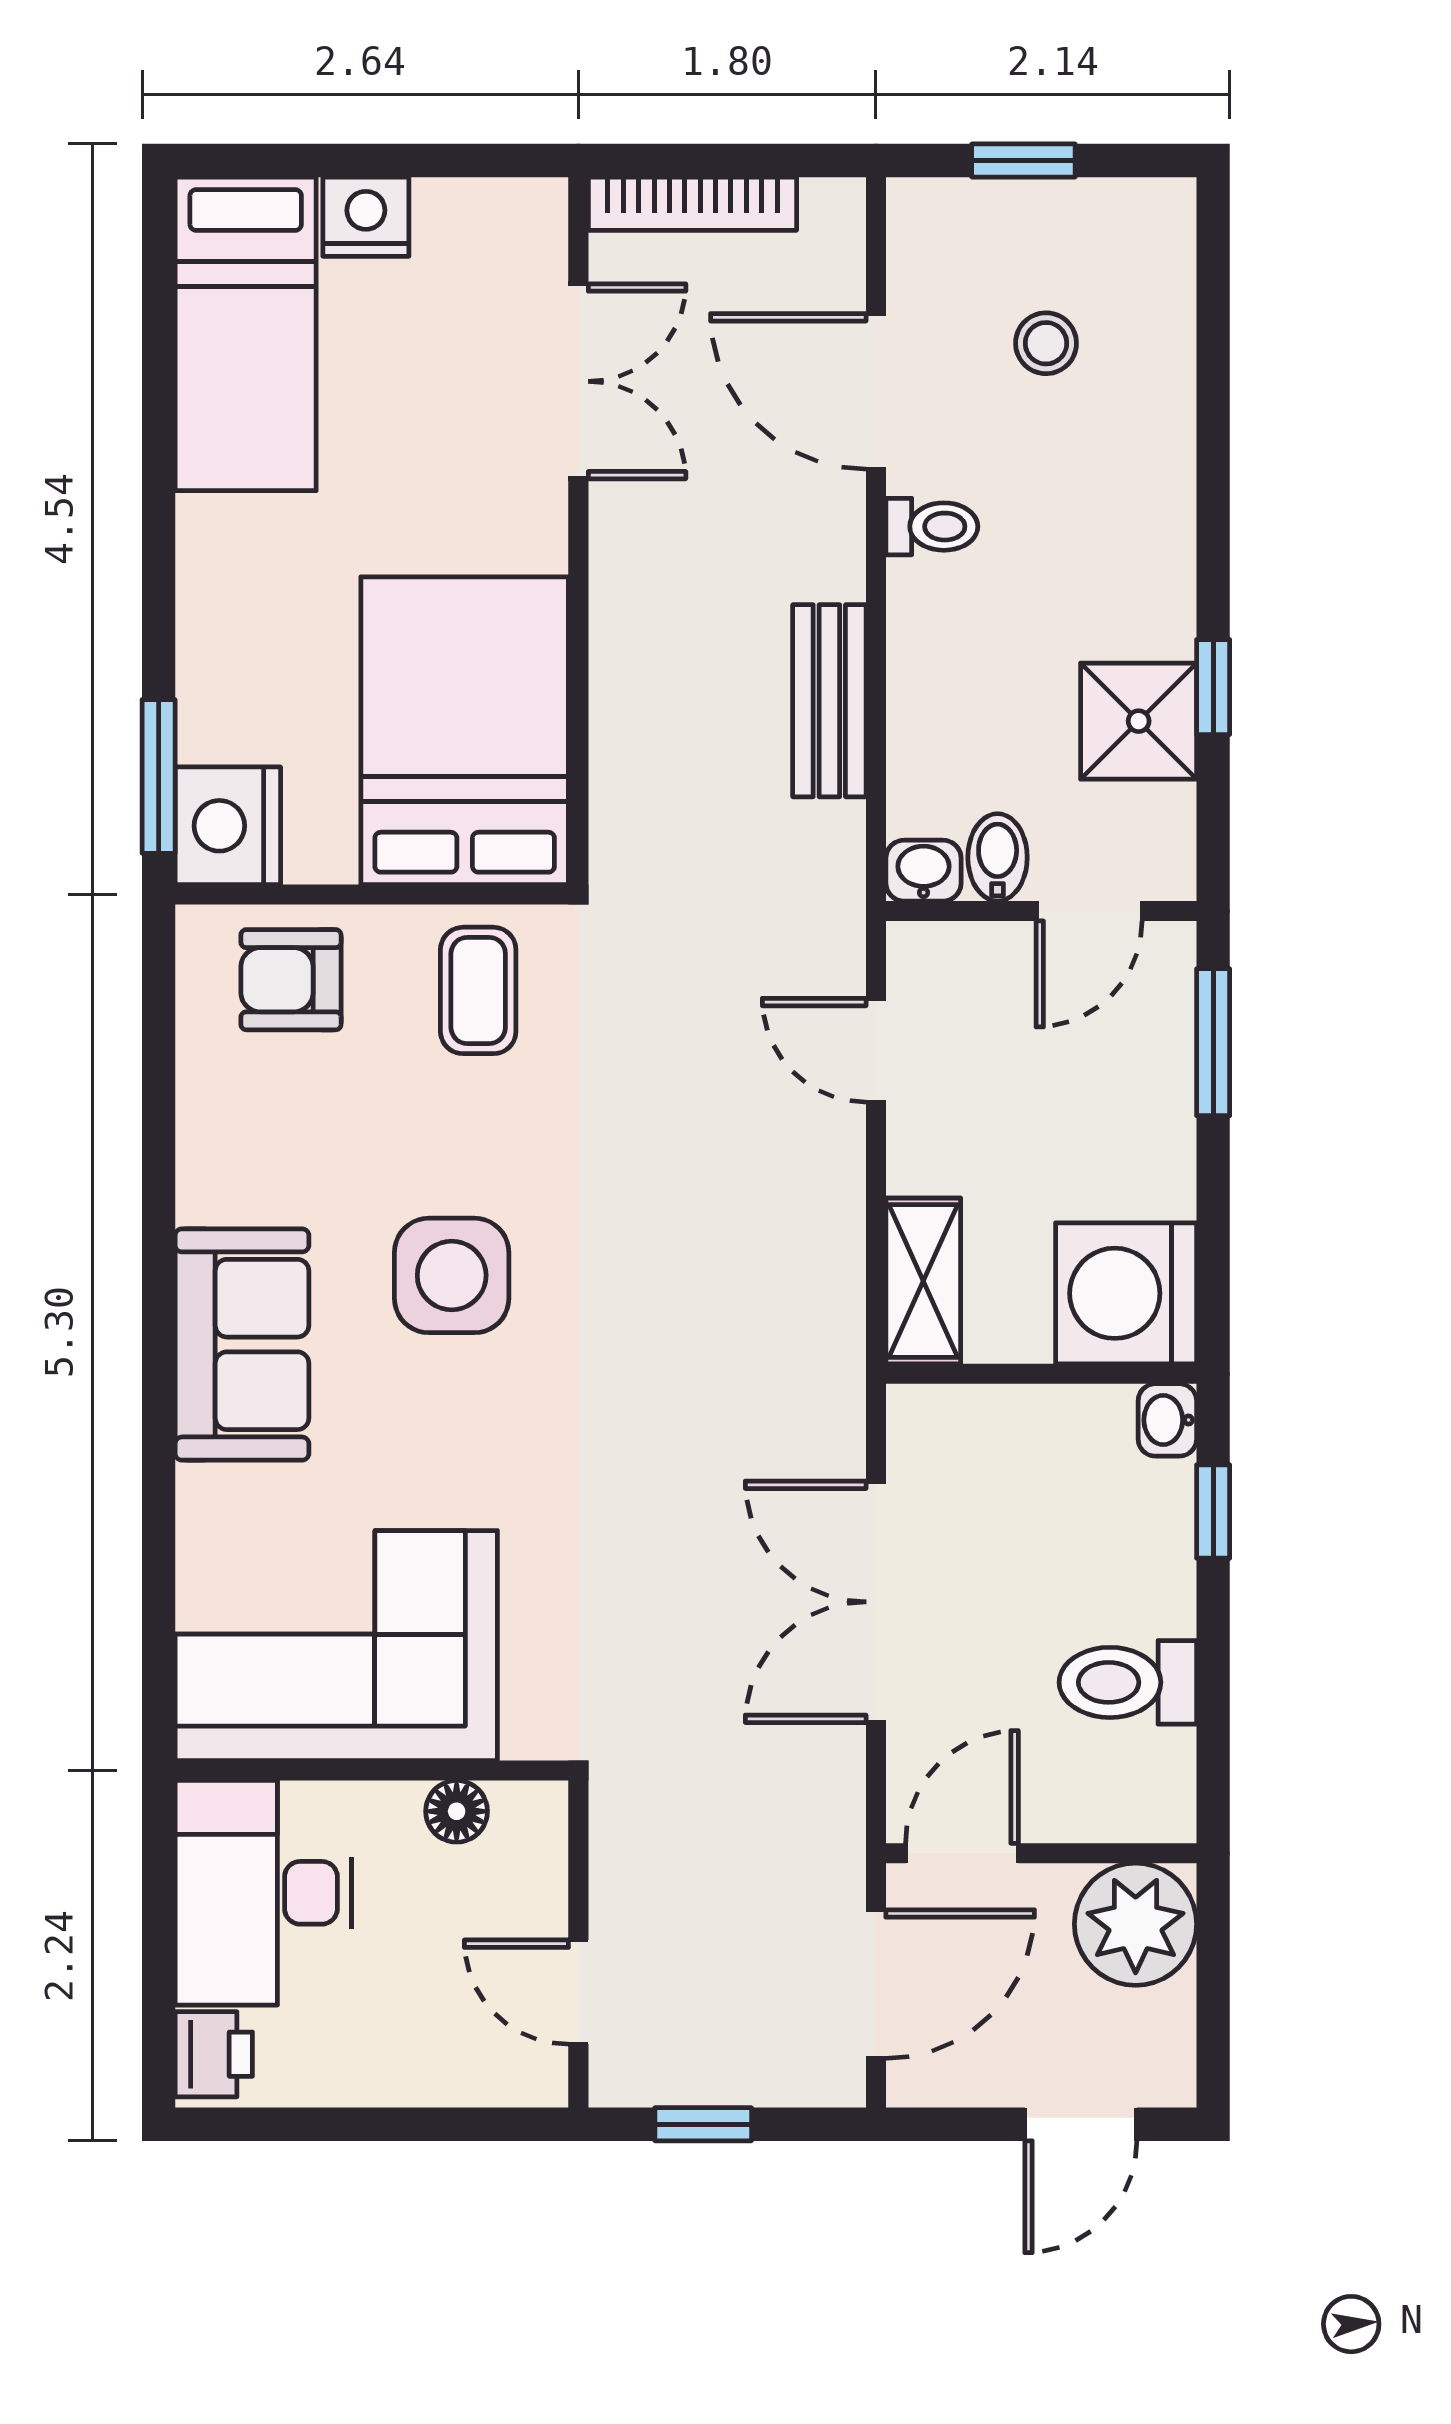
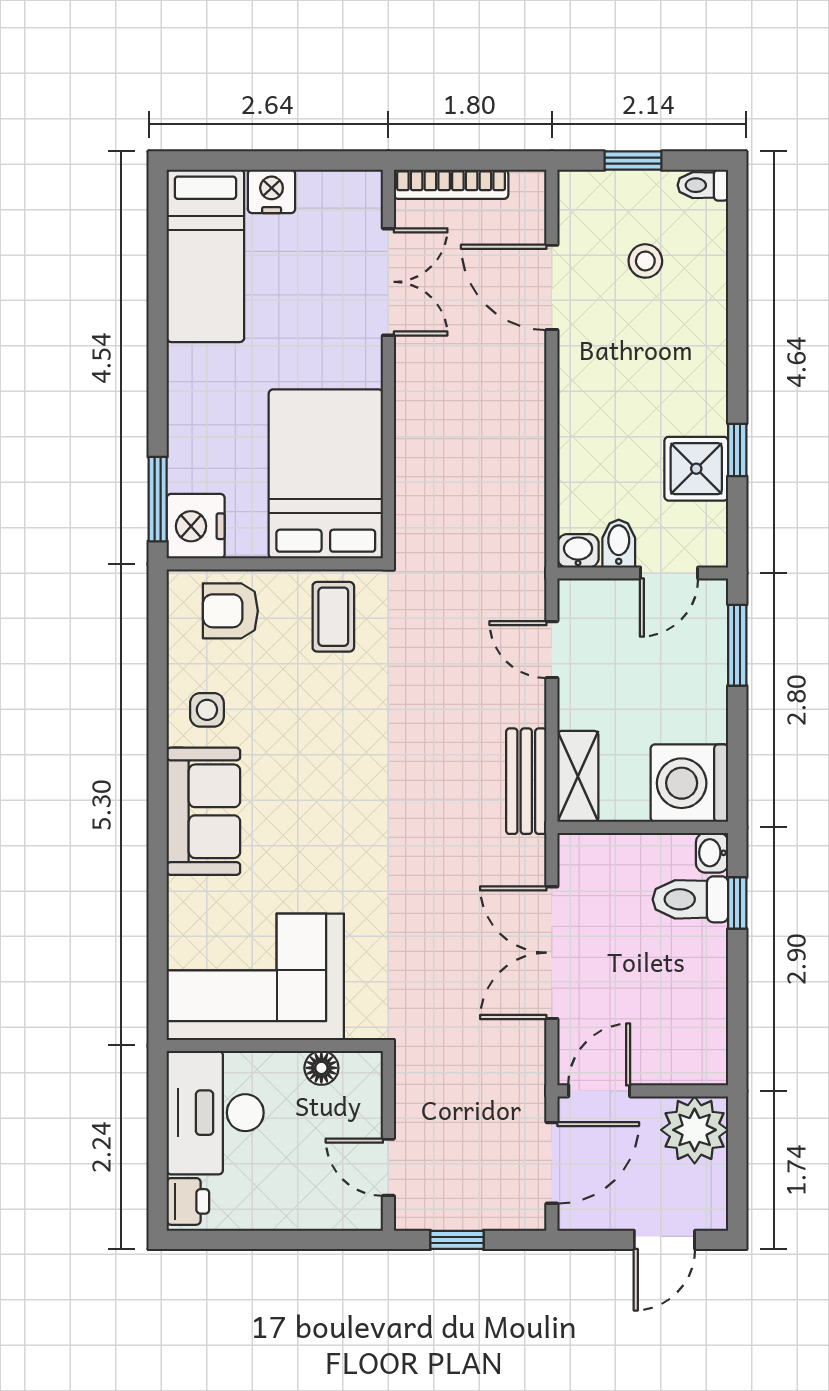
toilet: (932, 527) -> (703, 185), moved, turned 180
bench: (829, 701) -> (526, 781), moved
side table: (452, 1275) -> (207, 710), moved, width x0.54, depth x0.54
toilet: (1128, 1682) -> (690, 899), moved

